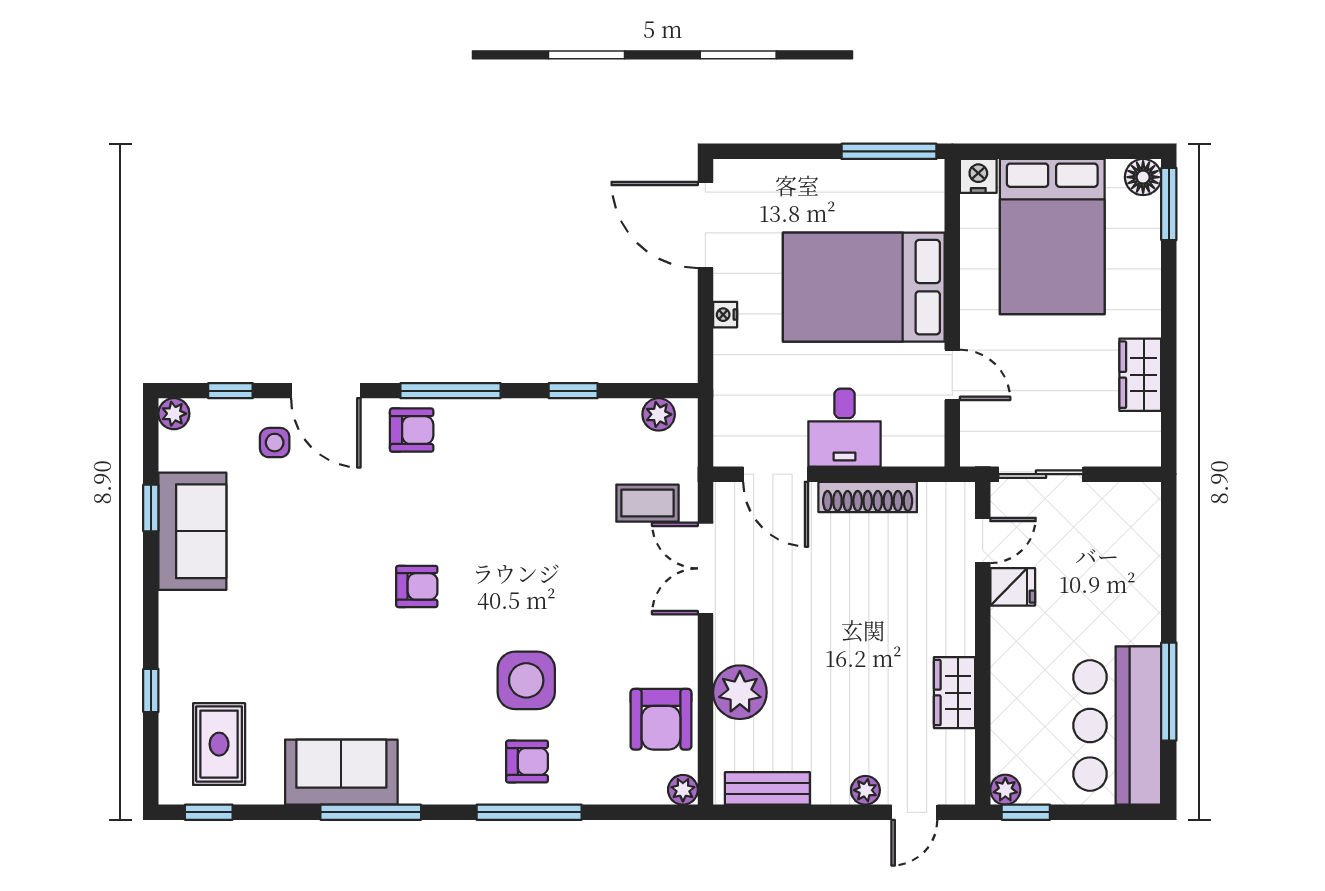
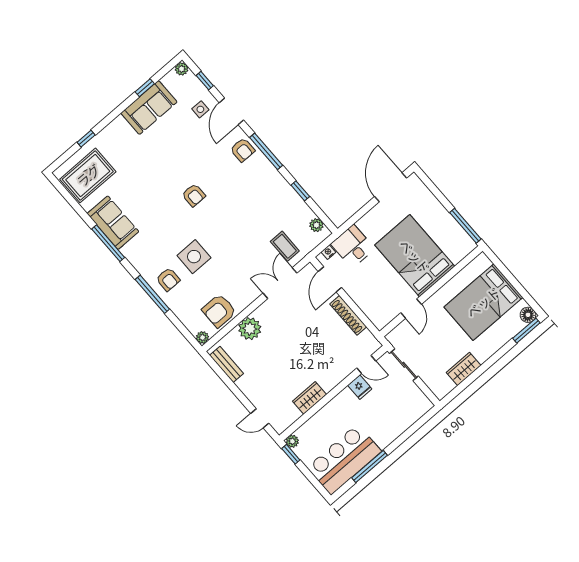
nightstand: (978, 176) -> (482, 261), removed
nightstand: (725, 315) -> (328, 252), moved
desk: (845, 428) -> (353, 246), moved, turned 90
rug: (219, 744) -> (88, 175), width x1.36, depth x1.43
plant: (865, 790) -> (253, 396), removed
window: (209, 812) -> (63, 191), removed

